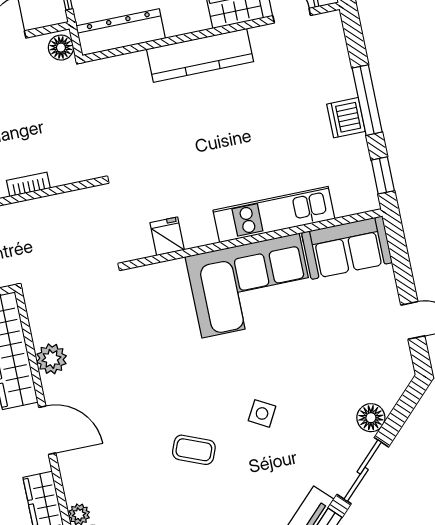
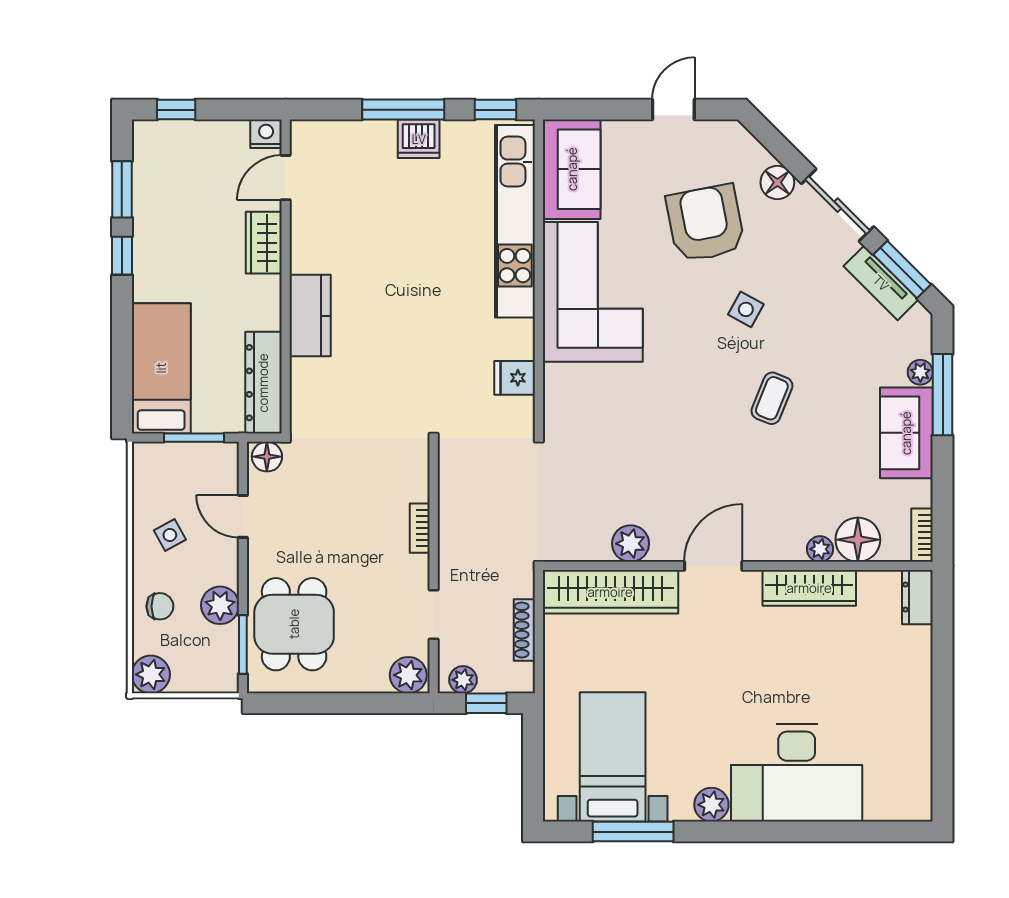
kitchen counter: (200, 55) -> (310, 316), width x0.67
kitchen unit: (274, 214) -> (515, 221), width x1.36
armchair: (325, 366) -> (705, 223), added

